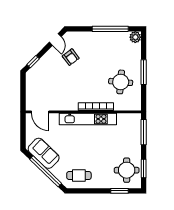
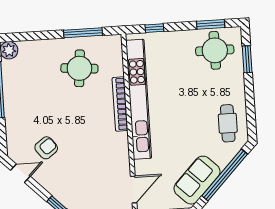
window: (144, 72) -> (83, 33), moved
kitchen unit: (88, 119) -> (139, 99), width x1.36
window: (144, 132) -> (154, 28), width x0.46

